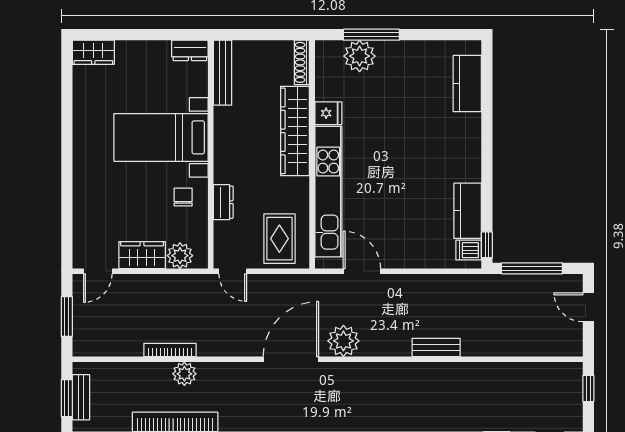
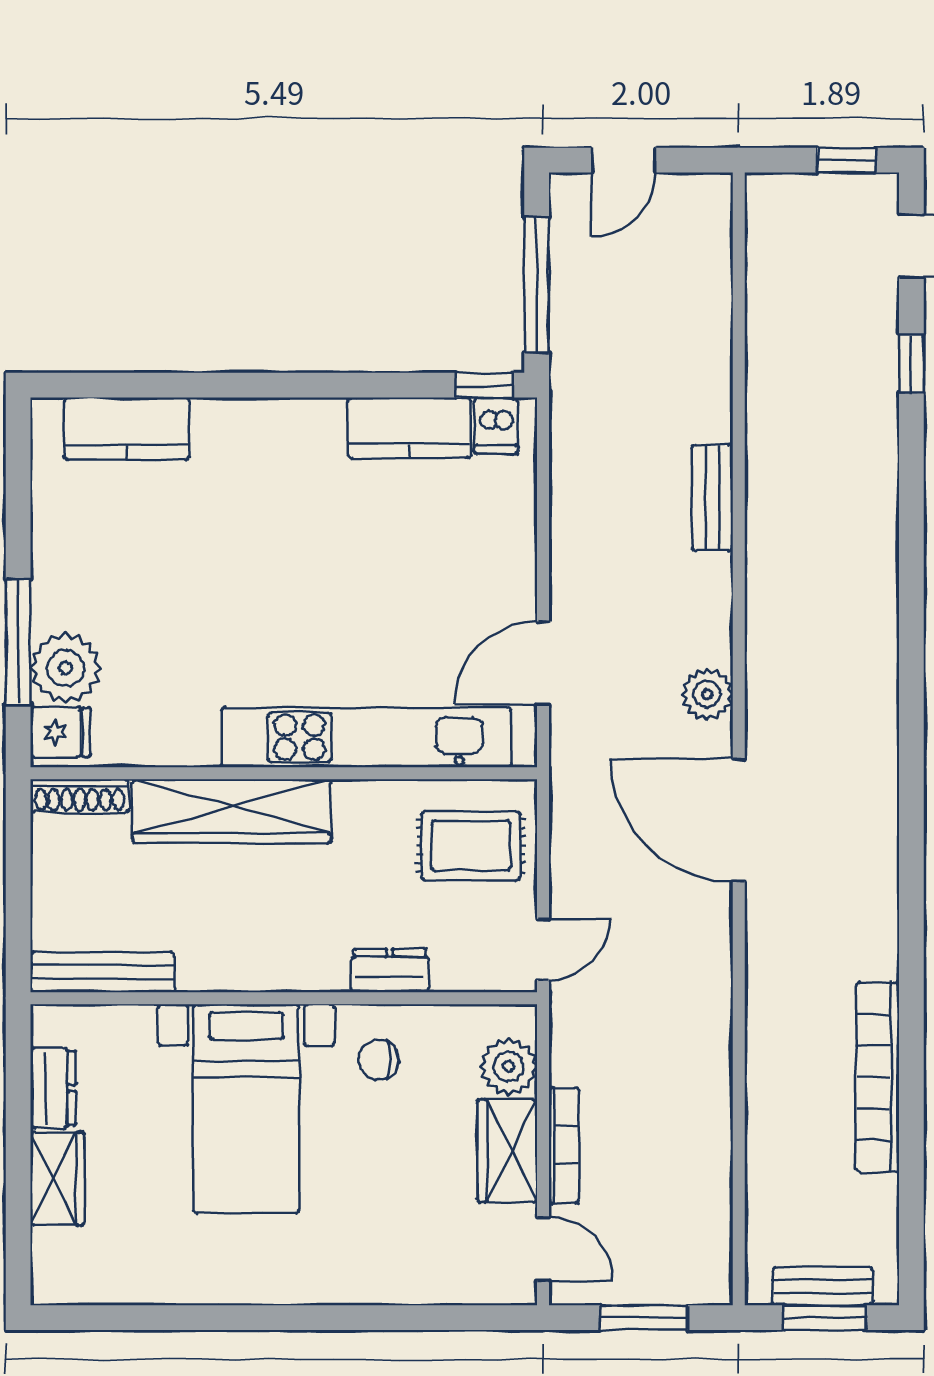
dresser: (190, 50) -> (53, 1088), moved
wardrobe: (93, 52) -> (57, 1179), moved
fridge: (328, 113) -> (60, 732), moved, turned 90
plant: (343, 341) -> (707, 694), width x0.73, depth x0.73
bookcase: (170, 350) -> (564, 1145), moved, turned 180
plant: (184, 374) -> (771, 1057), removed
window: (588, 388) -> (846, 160), moved

